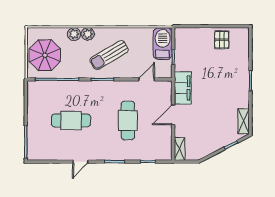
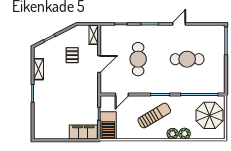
pallet: (222, 40) -> (72, 55), moved
filing cabinet: (183, 88) -> (83, 132), moved, turned 90
shelving: (244, 121) -> (39, 69), moved

